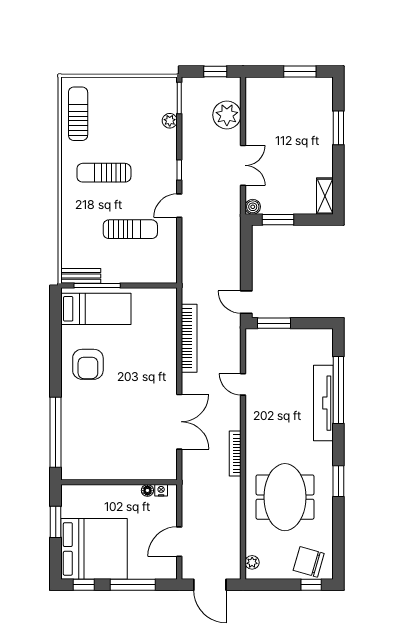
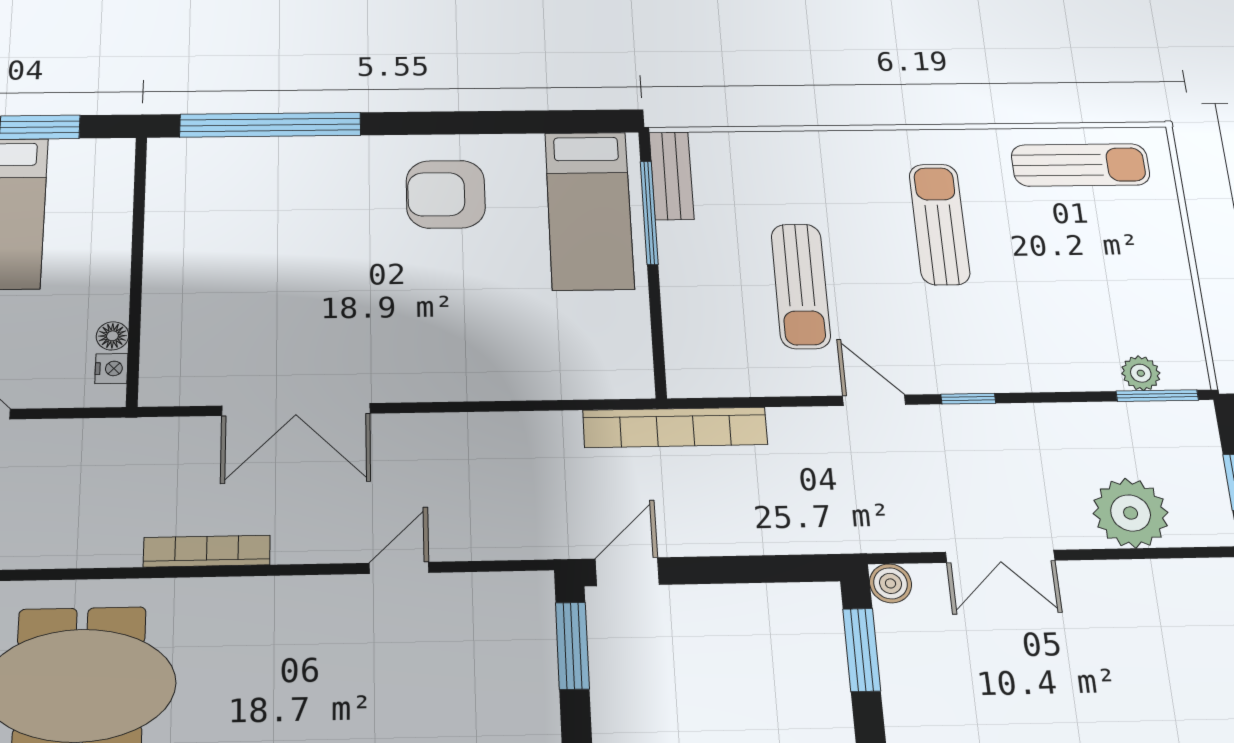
plant: (170, 121) -> (1141, 373), moved
bookcase: (189, 338) -> (675, 427), moved

